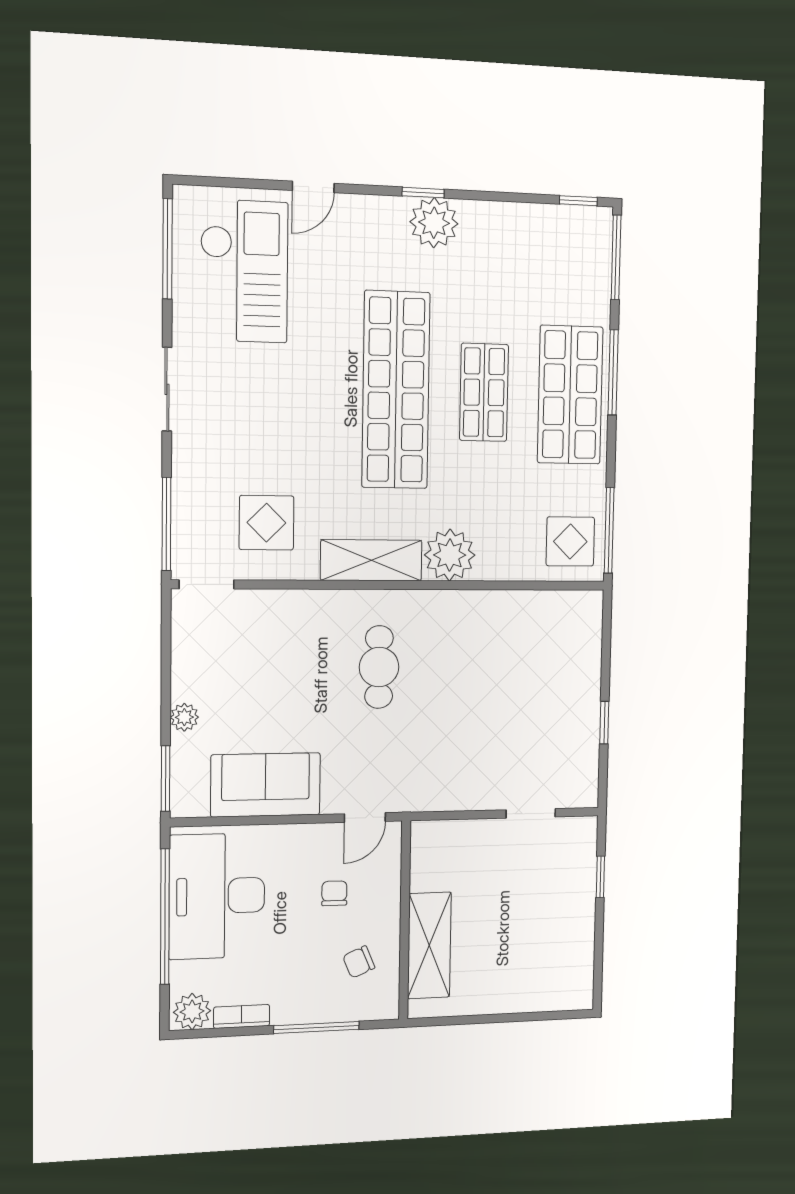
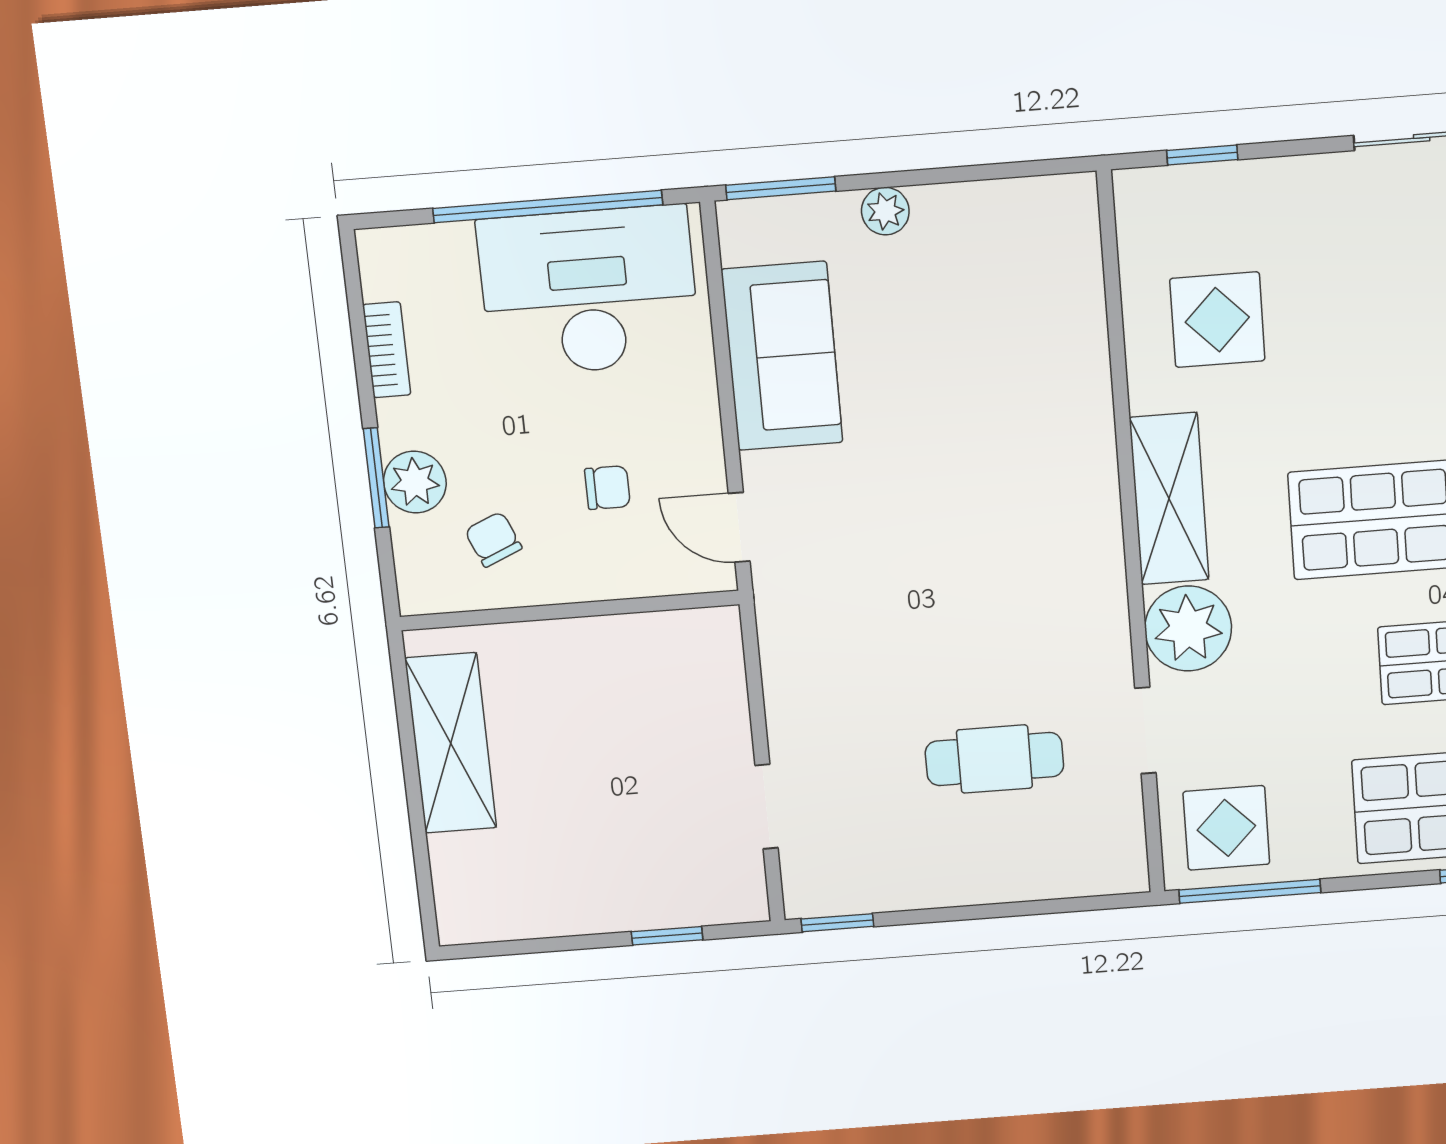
window: (166, 524) -> (1202, 155), width x0.46
doorway: (207, 584) -> (1145, 731), moved
cafe table: (379, 667) -> (994, 759), moved
window: (604, 723) -> (837, 923), moved
shelving: (429, 945) -> (451, 743), moved, turned 90
plant: (192, 1011) -> (415, 482), moved
window: (316, 1028) -> (376, 478), width x0.69

